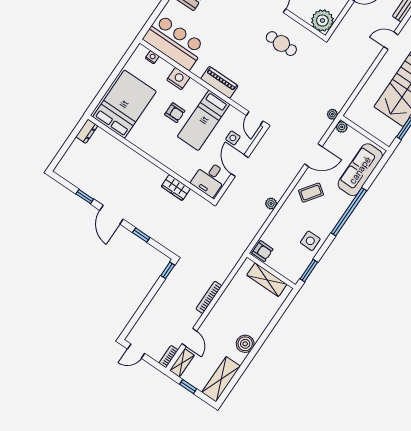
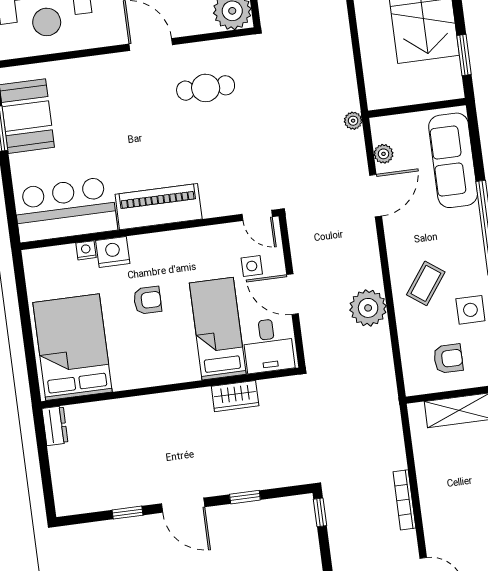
nightstand: (152, 57) -> (86, 250), moved
piano: (219, 82) -> (159, 207), width x1.37, depth x1.33
bed: (204, 120) -> (218, 329), moved, turned 180
plant: (342, 127) -> (384, 154), moved
coffee table: (311, 193) -> (426, 283), moved
plant: (271, 204) -> (368, 308), width x1.88, depth x1.88
armchair: (262, 251) -> (448, 359), moved

